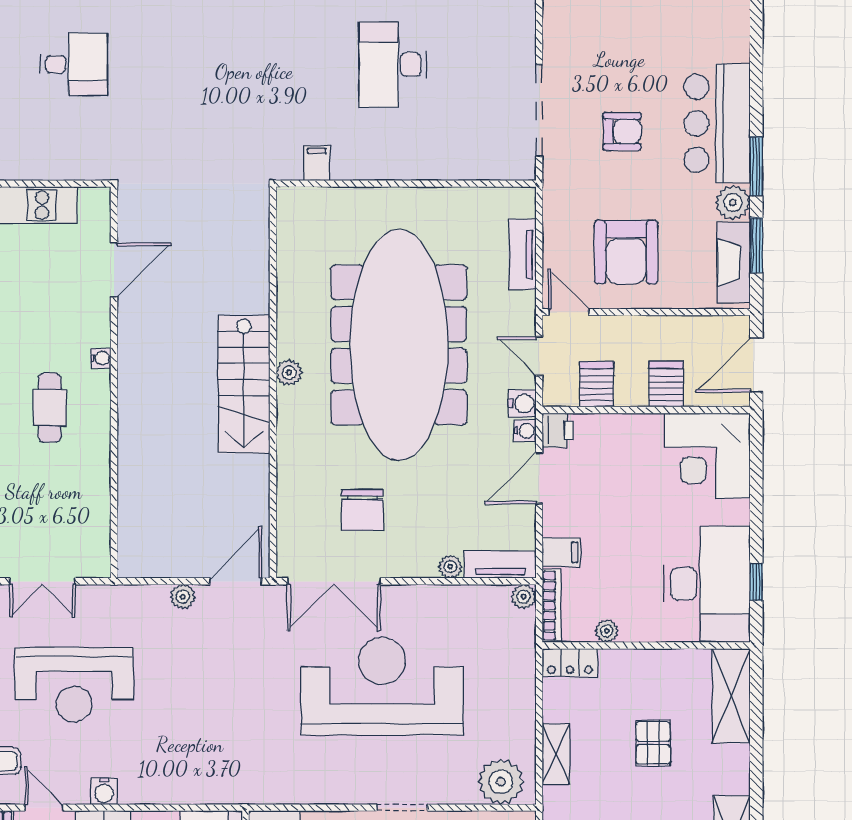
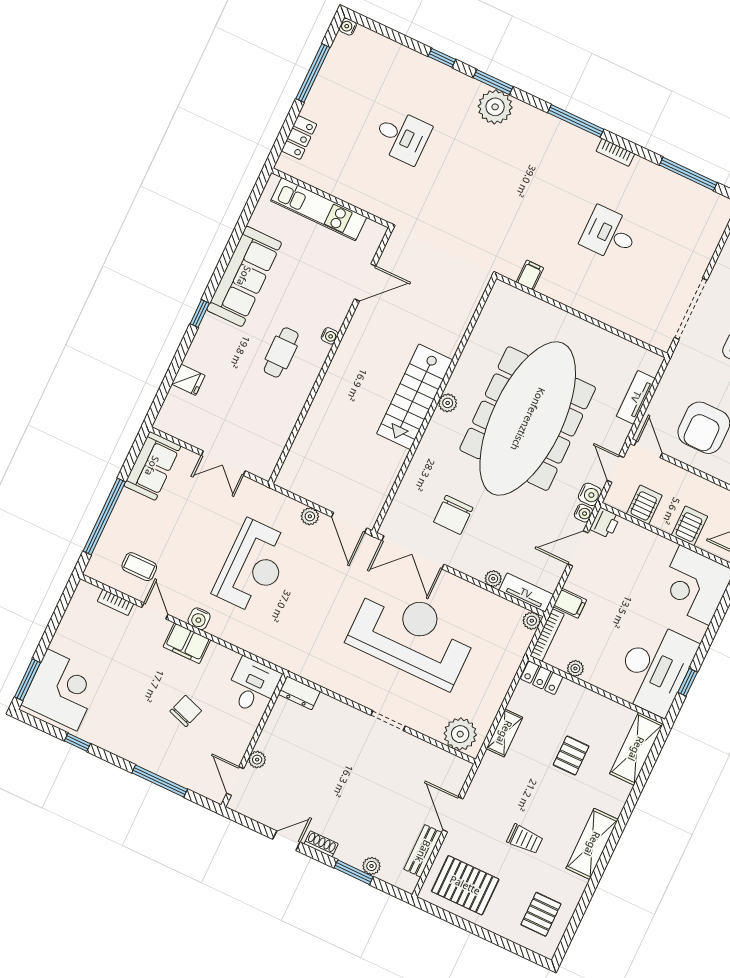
desk: (393, 64) -> (609, 234), width x0.73
door: (236, 581) -> (349, 522), swing flipped
reception desk: (74, 685) -> (253, 567), moved, turned -90

